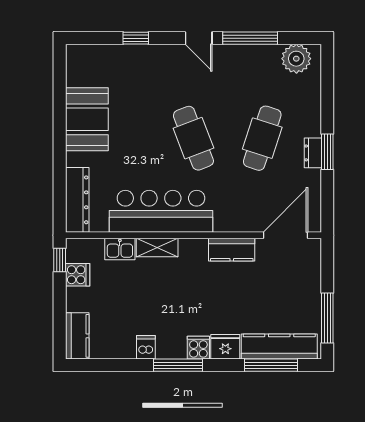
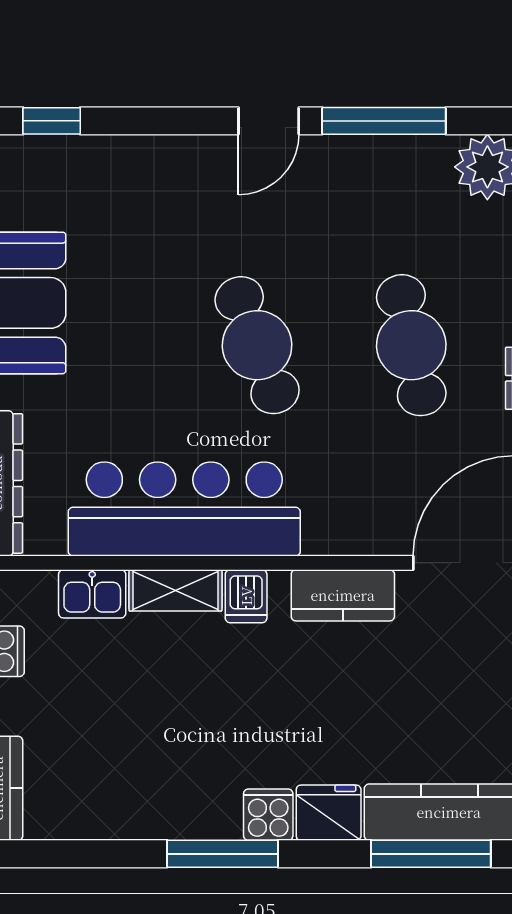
window: (136, 38) -> (52, 121), moved
door: (199, 38) -> (269, 121), hinge flipped
cafe table: (262, 138) -> (411, 345), turned -30
dishwasher: (146, 347) -> (246, 596), moved, turned 180

